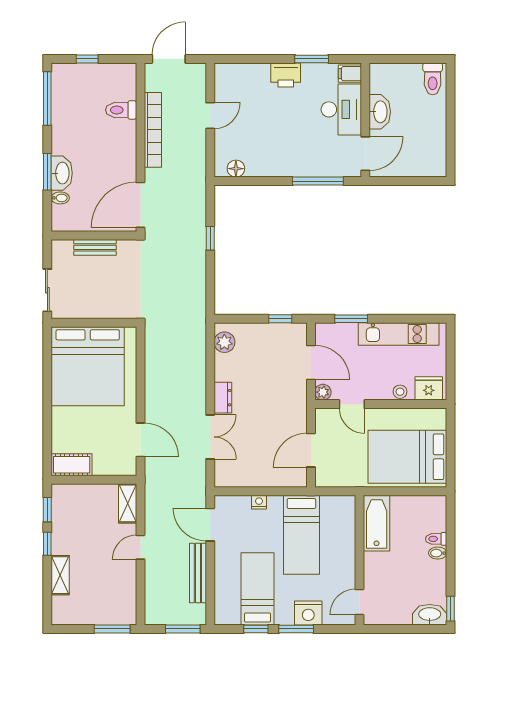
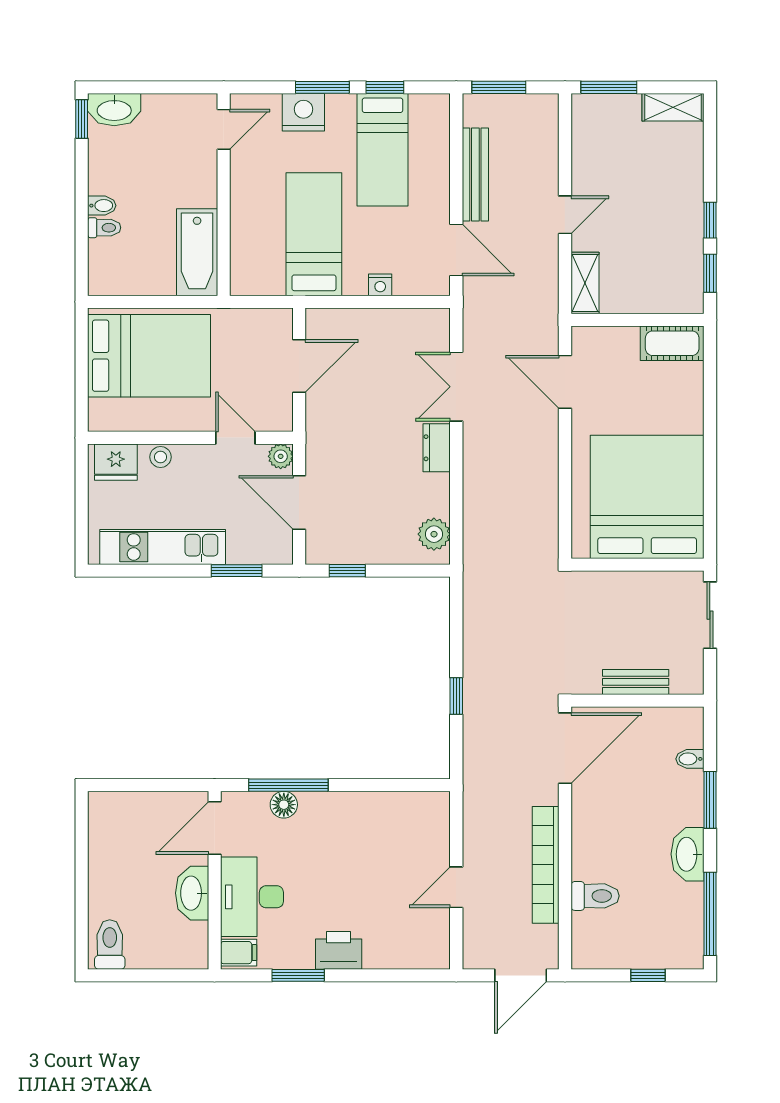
floor lamp: (236, 169) -> (284, 805), moved
washbasin: (62, 173) -> (688, 854), moved
shelving: (60, 575) -> (673, 107), moved, turned 90

